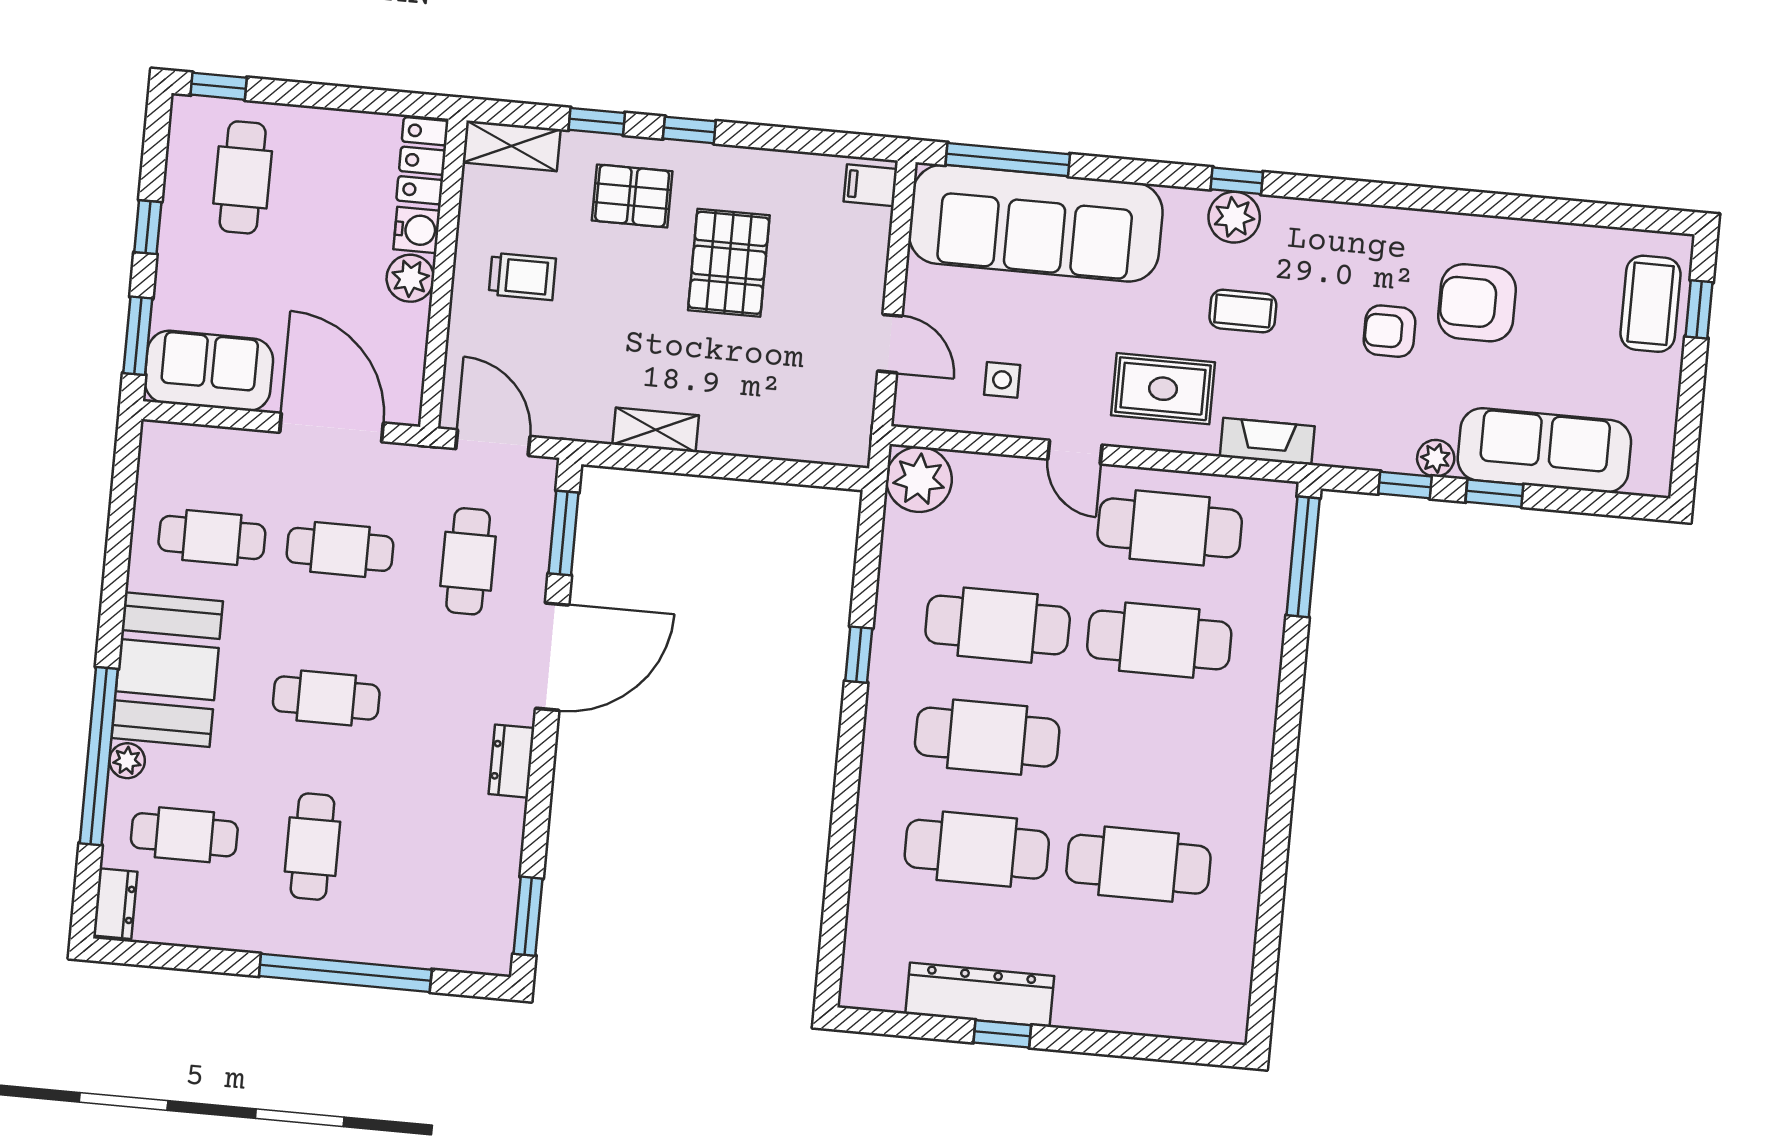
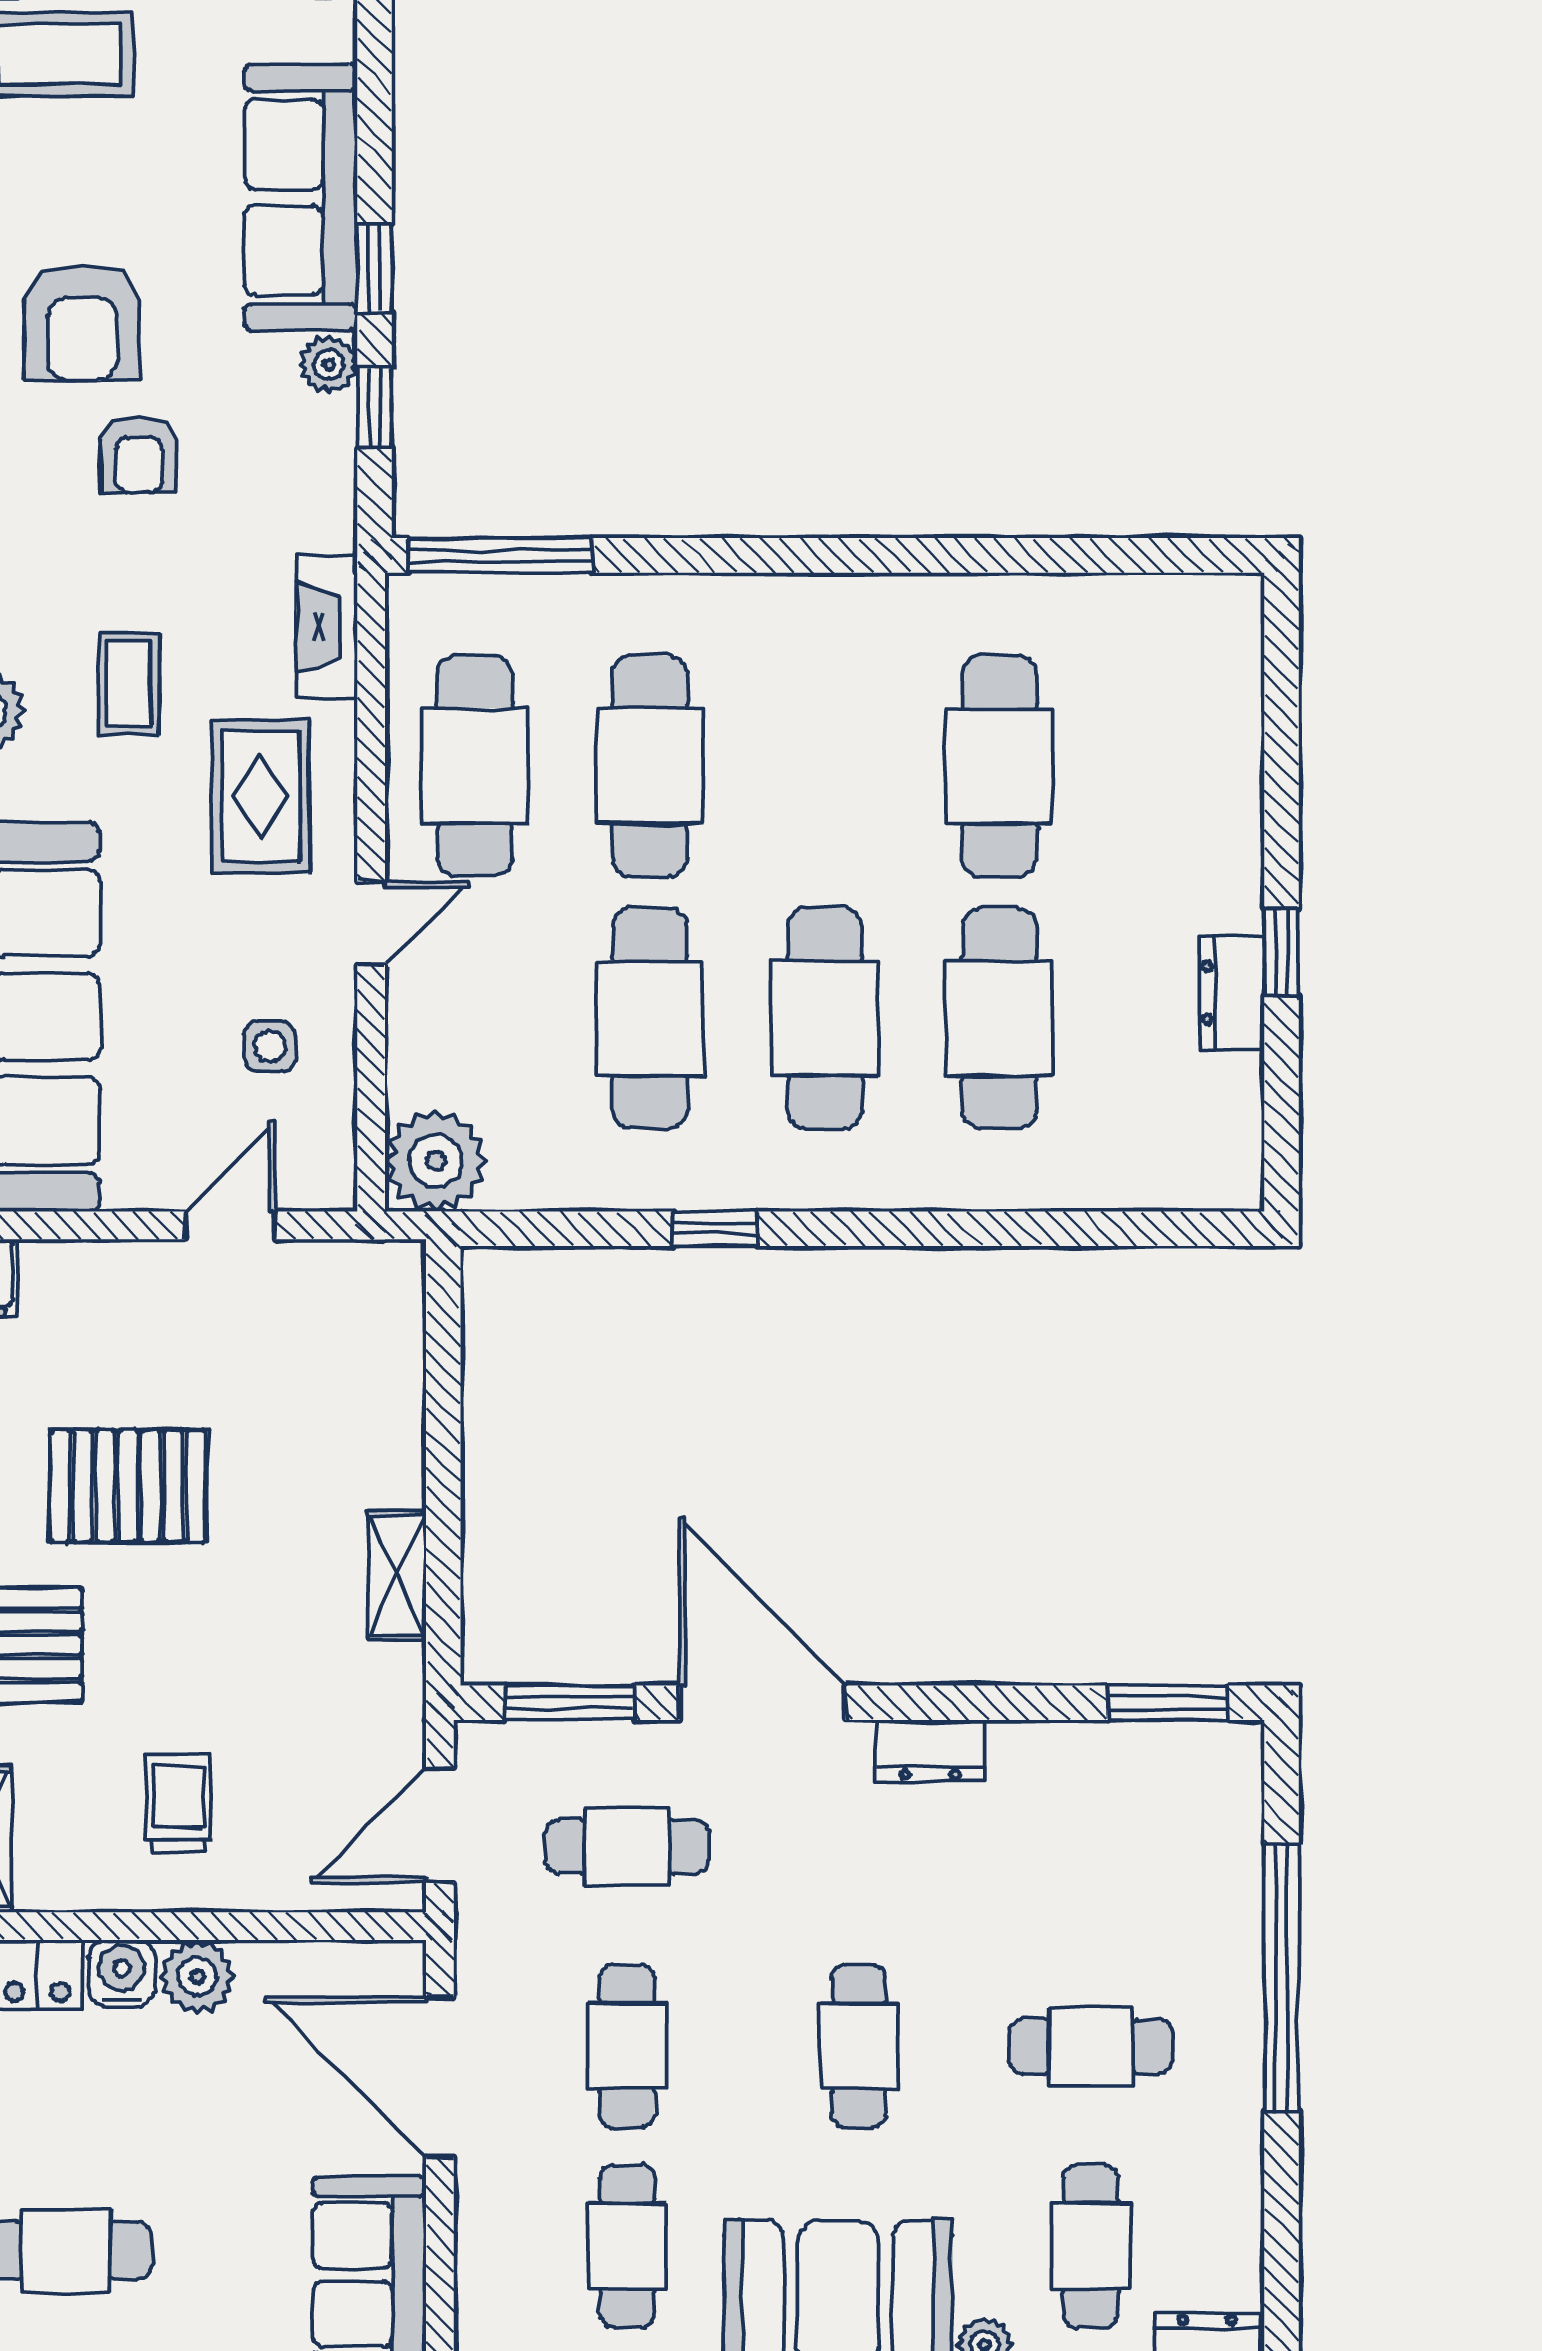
door: (332, 428) -> (440, 2077), hinge flipped
dresser: (980, 995) -> (1232, 993), width x0.51, depth x0.80

